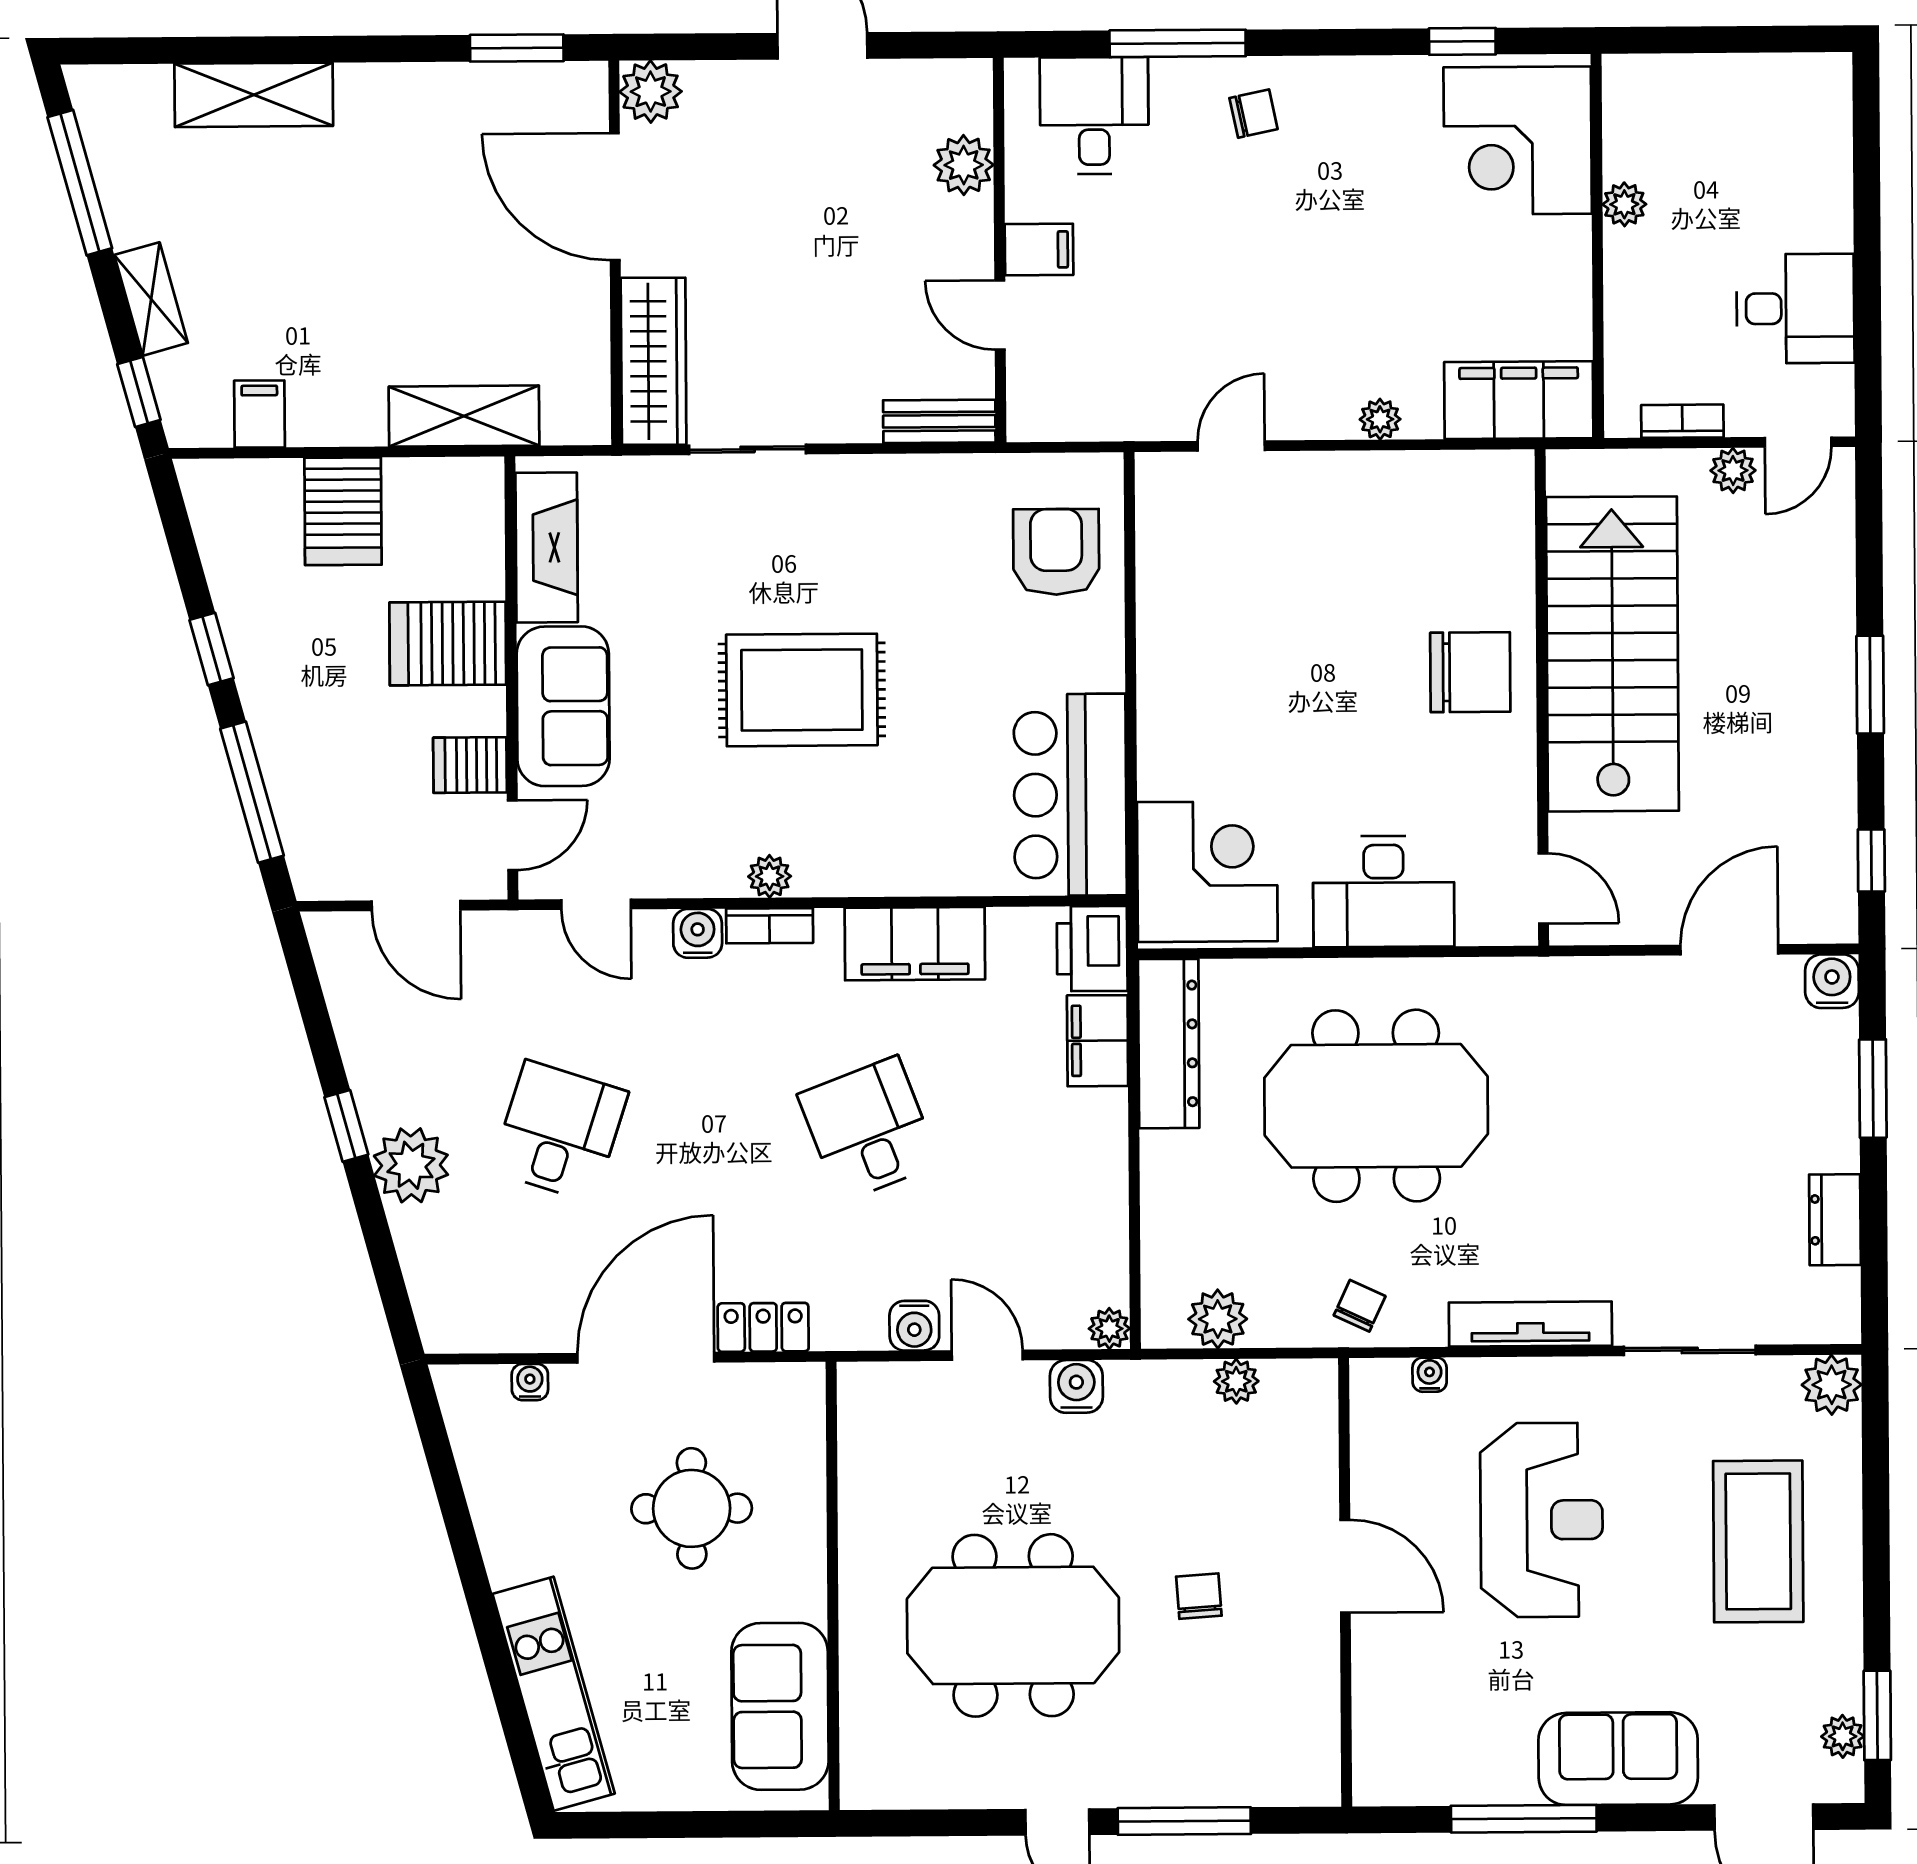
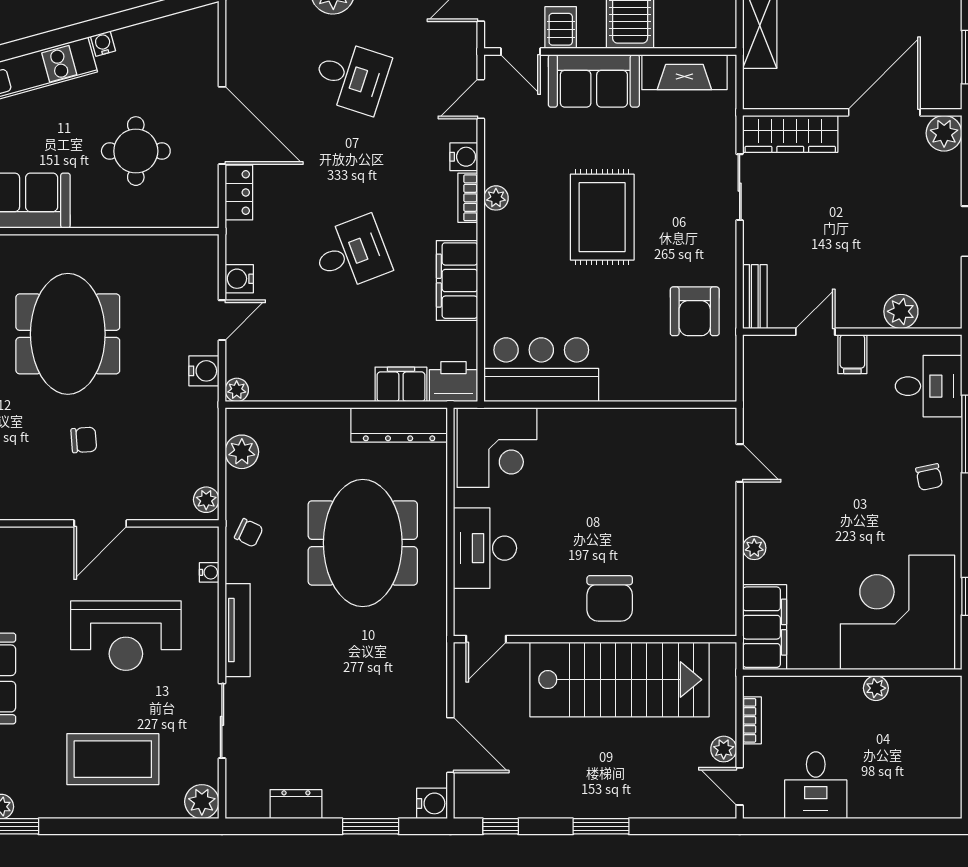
corner desk: (1518, 141) -> (897, 612), width x1.36, depth x1.36
armchair: (1056, 552) -> (695, 311), moved, turned 90
plant: (1236, 1381) -> (206, 500), moved
water cooler: (530, 1382) -> (103, 44), moved, turned -105

